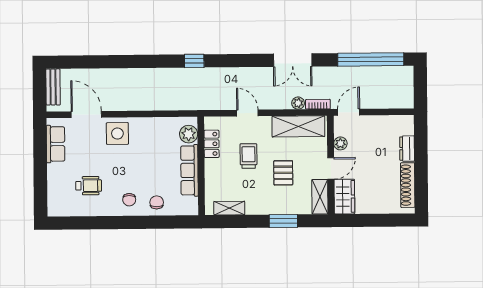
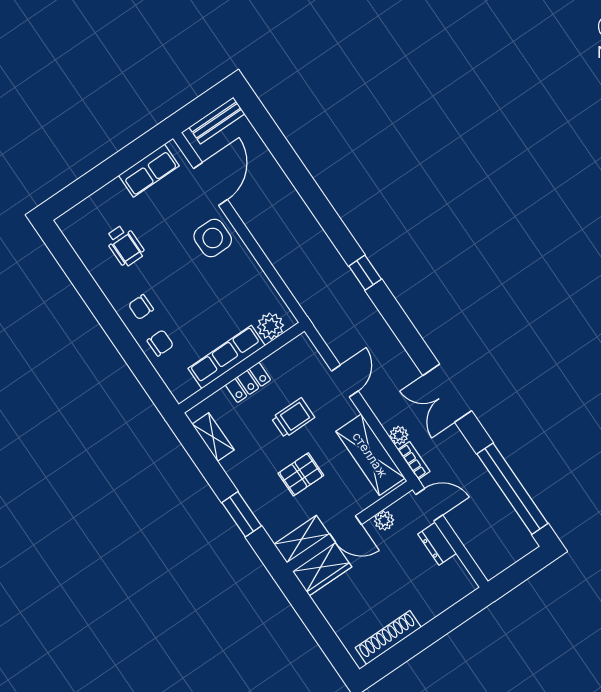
locker: (212, 144) -> (248, 382), moved
dresser: (407, 149) -> (437, 544), moved, turned -90

